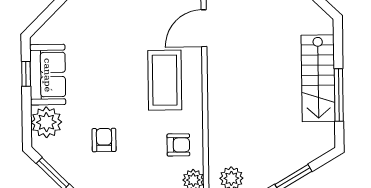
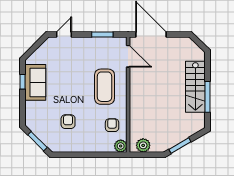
door: (204, 28) -> (128, 56), swing flipped
plant: (46, 122) -> (34, 111), removed
armchair: (178, 145) -> (112, 125), turned -90

